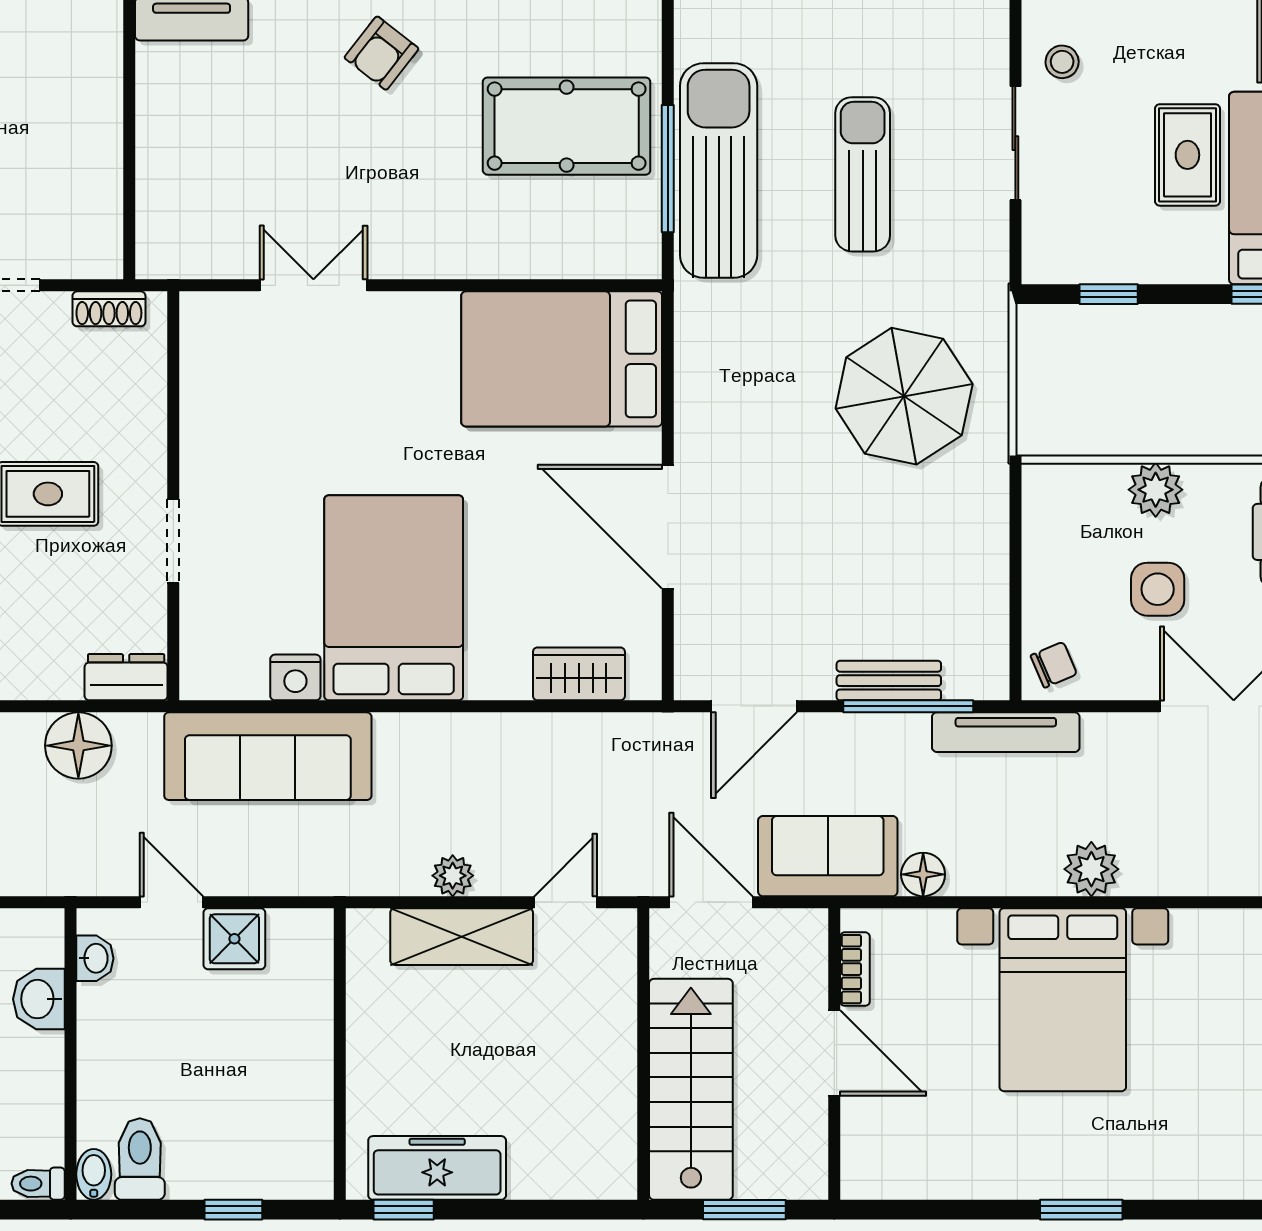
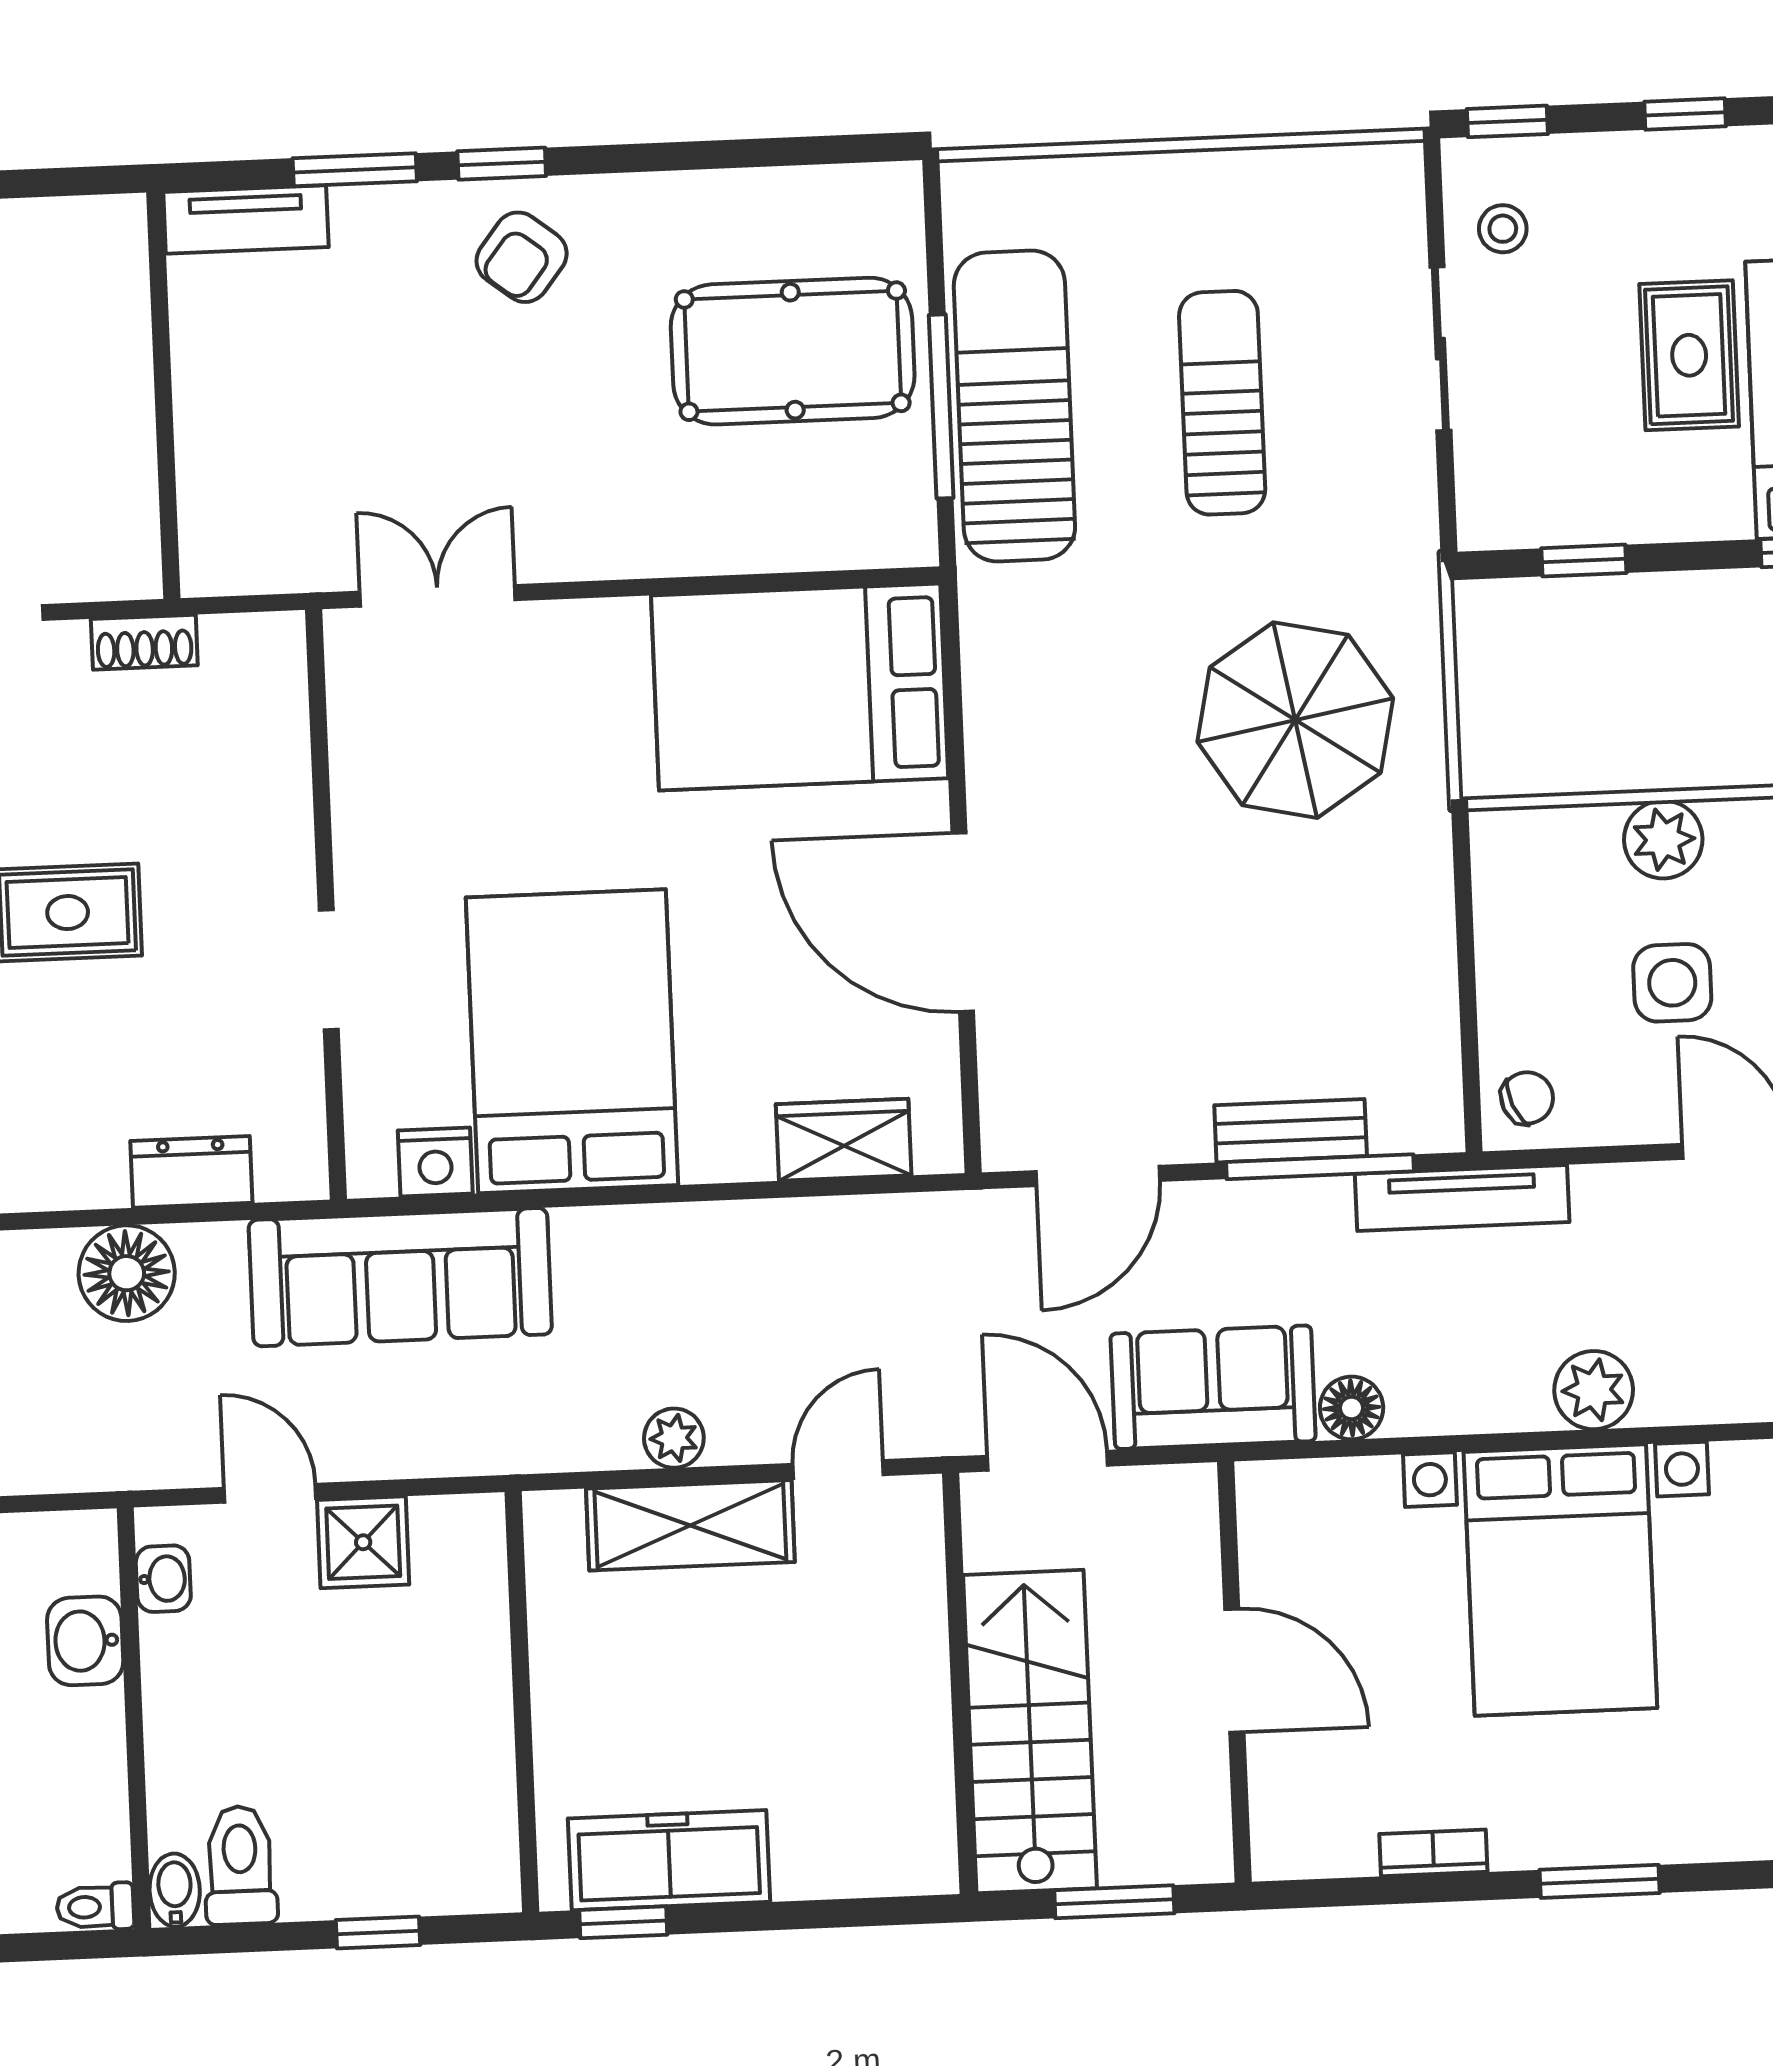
wall: (173, 496) -> (326, 904), moved
doorway: (173, 541) -> (329, 970), moved
bookcase: (855, 969) -> (1433, 1853), moved, turned -90

